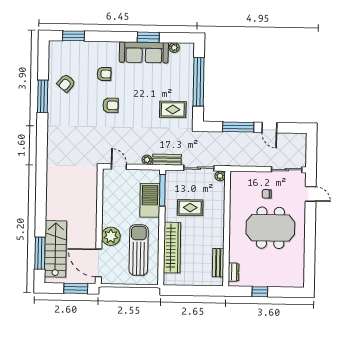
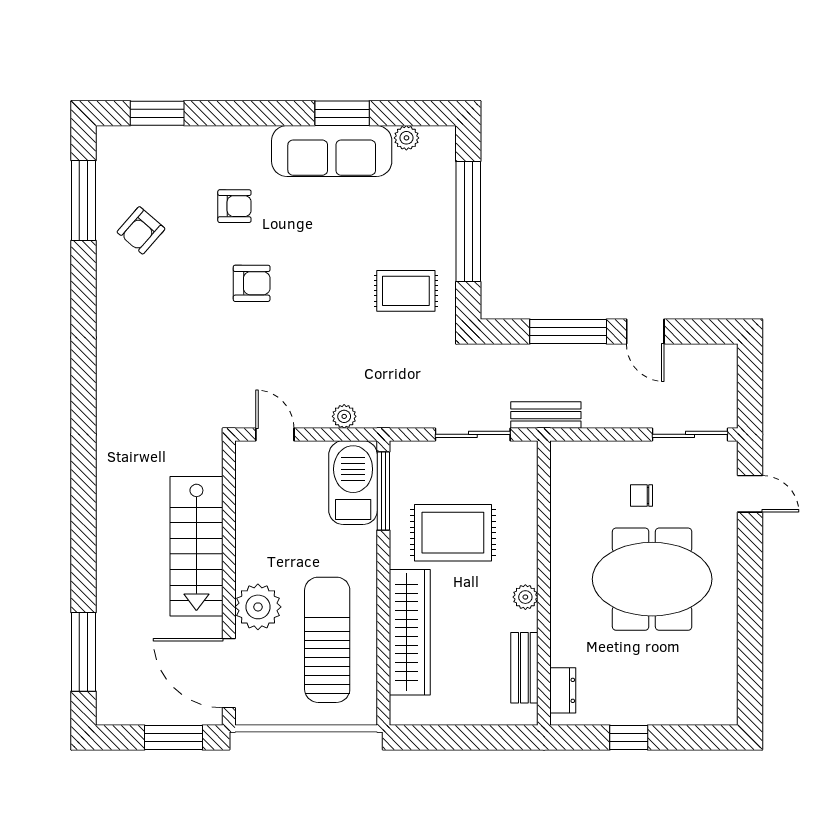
window: (43, 96) -> (83, 201), moved
bench: (167, 160) -> (546, 415), moved
plant: (220, 176) -> (525, 597), moved
barbecue: (150, 200) -> (353, 483), moved
rug: (190, 208) -> (453, 533), width x1.36, depth x1.43
stairs: (56, 249) -> (196, 546), moved, turned 180

